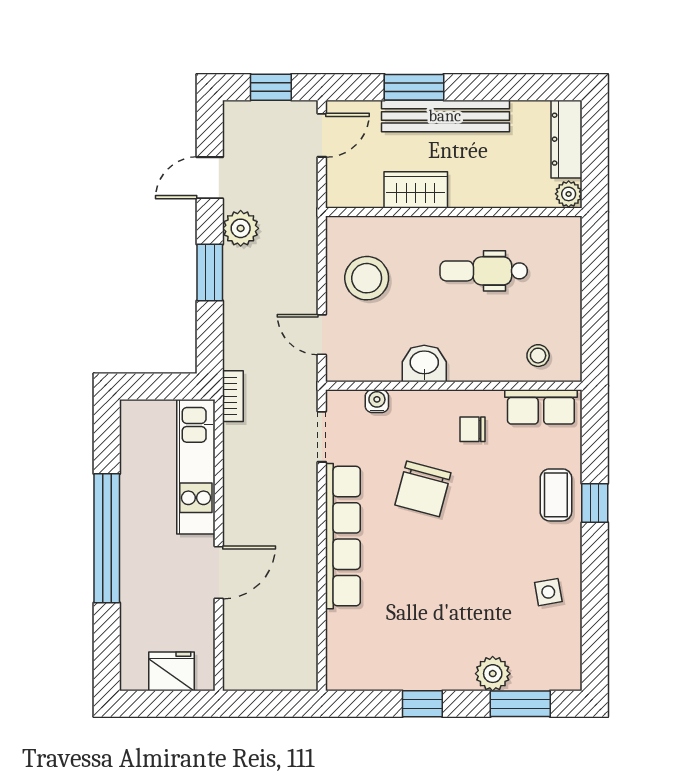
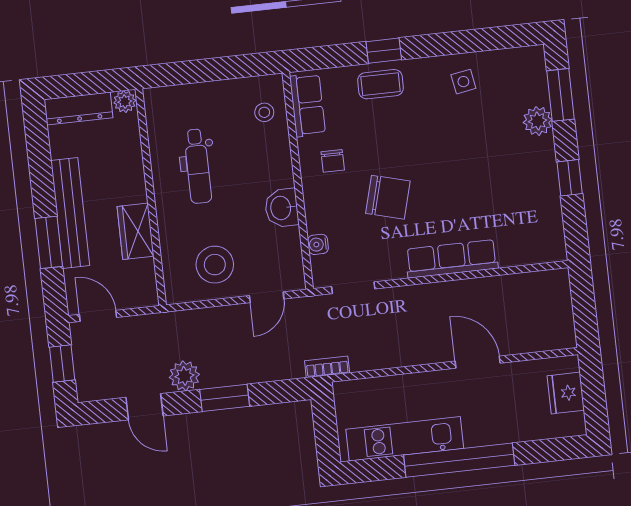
kitchen unit: (196, 467) -> (405, 439), moved, turned 180
row of seats: (343, 536) -> (452, 259), width x0.73

